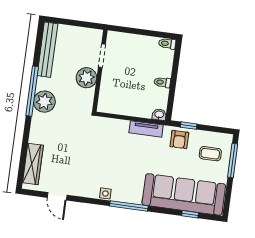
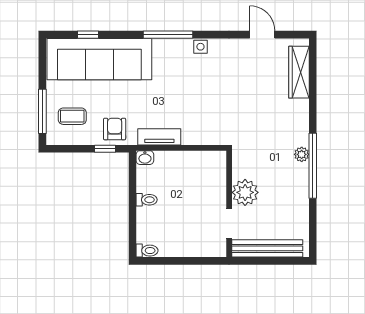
bench: (47, 50) -> (267, 248), moved, turned 90
plant: (44, 102) -> (302, 154), width x0.53, depth x0.53

